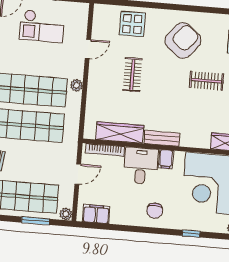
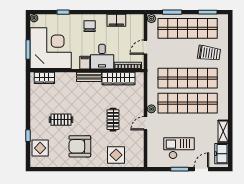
armchair: (183, 40) -> (80, 146), turned 51
door: (88, 49) -> (146, 123), moved
filing cabinet: (96, 214) -> (116, 20), moved

